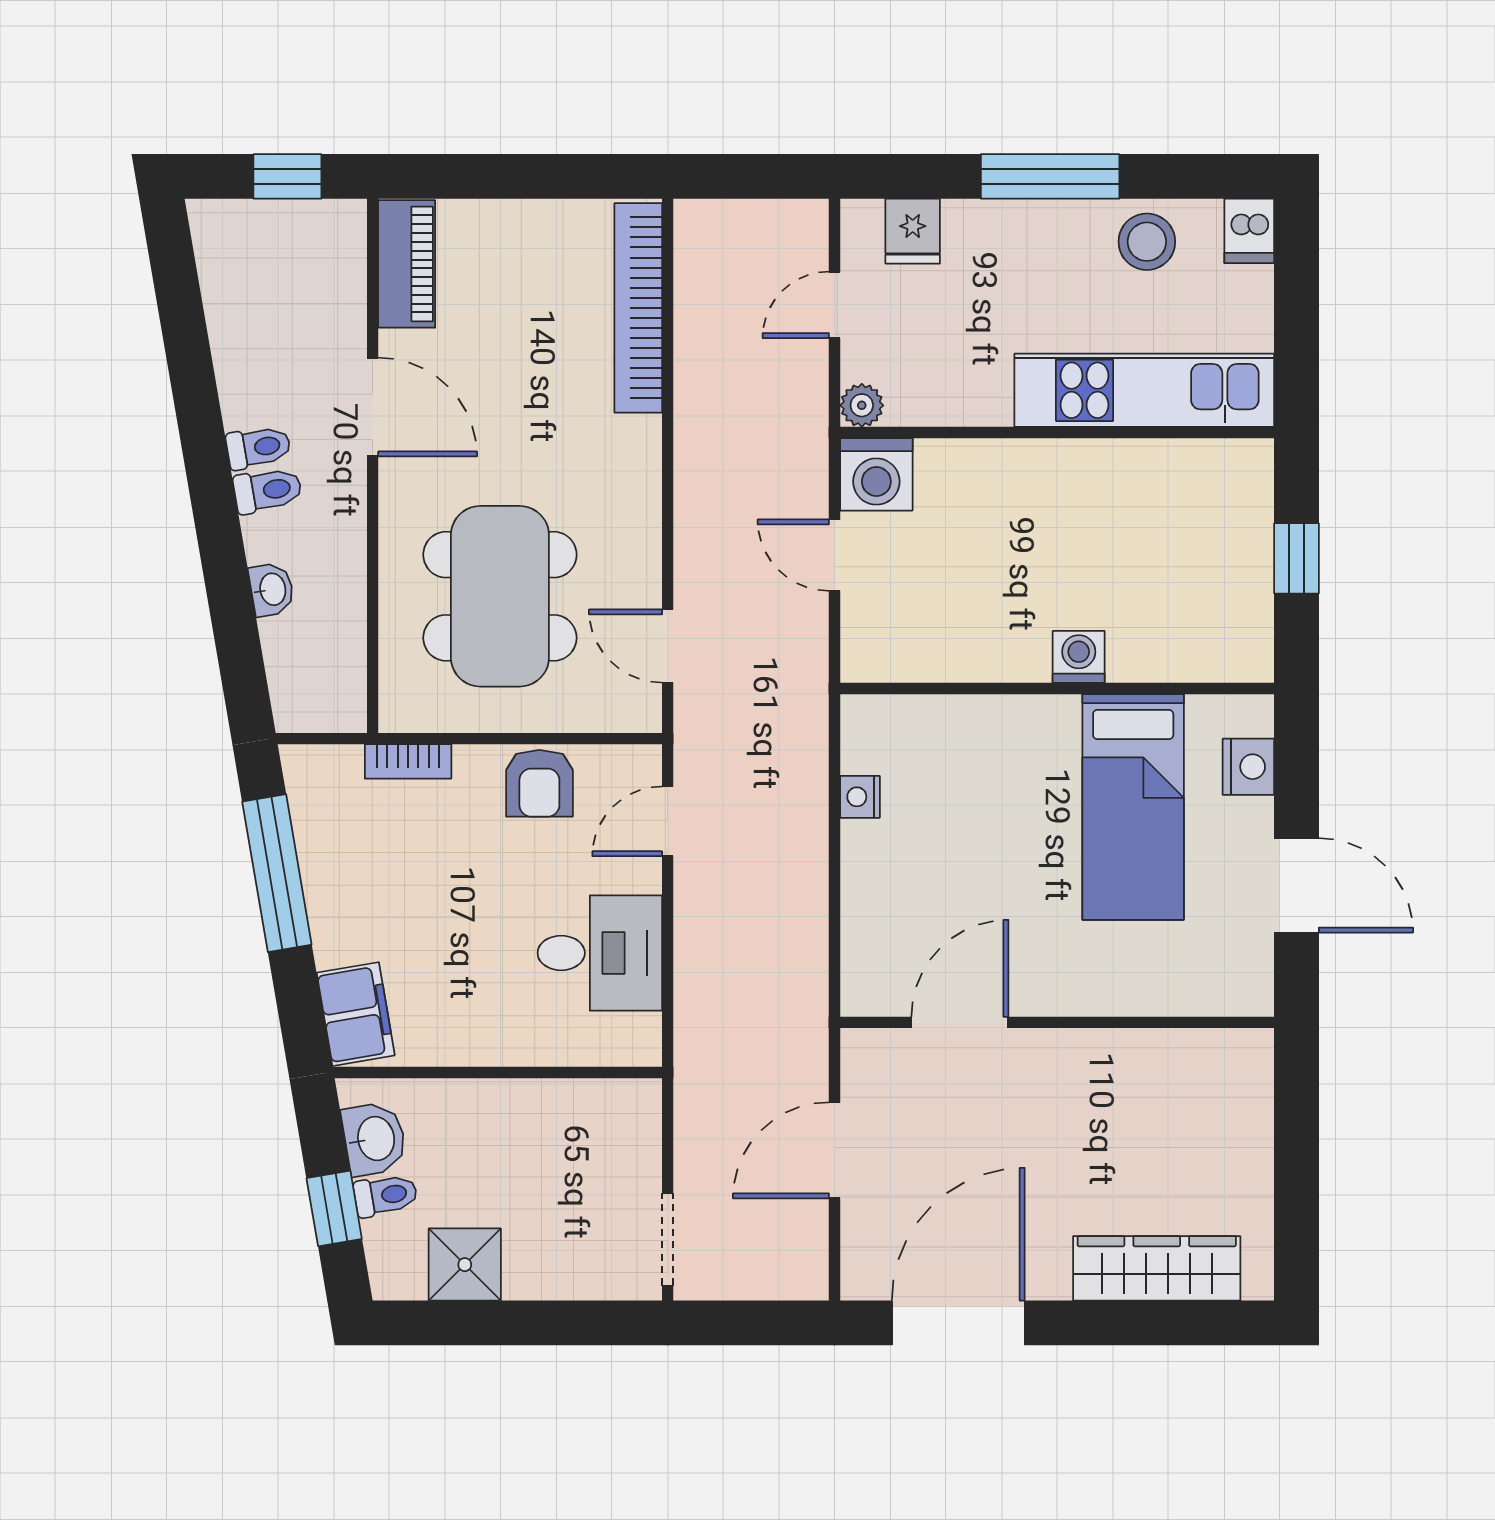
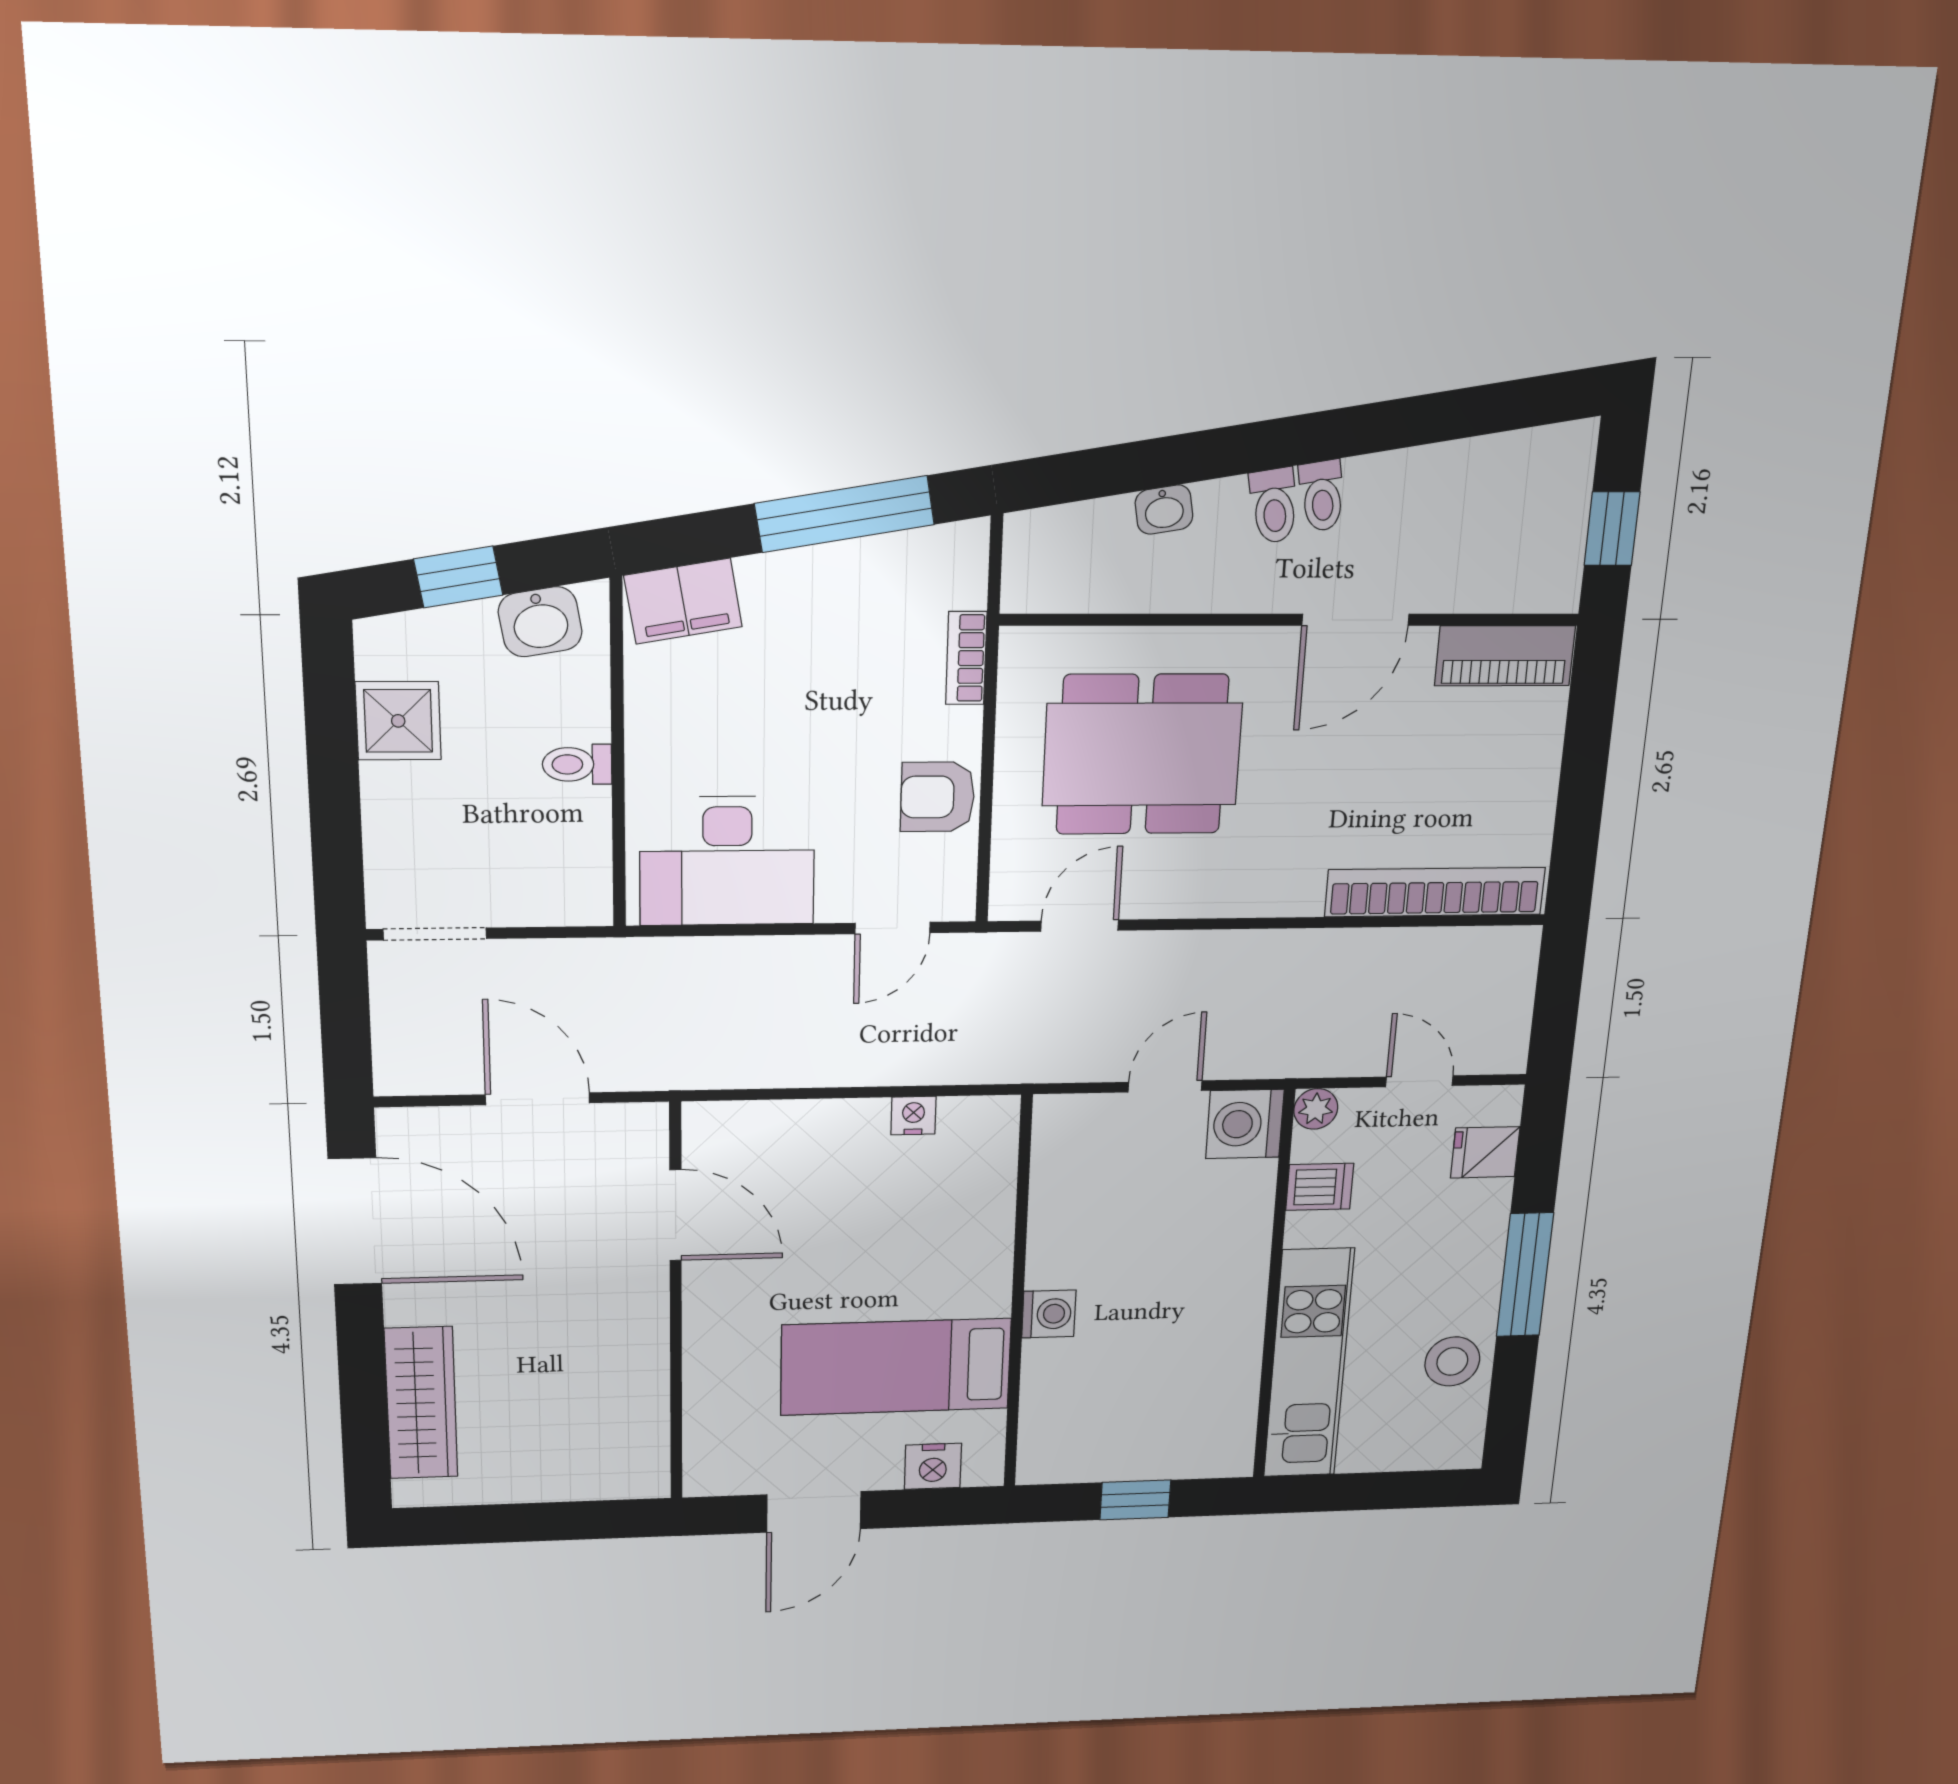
dishwasher: (1249, 231) -> (1320, 1187), moved, turned 180
door: (668, 821) -> (893, 928), swing flipped
desk: (600, 953) -> (727, 861), width x1.37
toilet: (386, 1195) -> (577, 764), moved, turned 100

